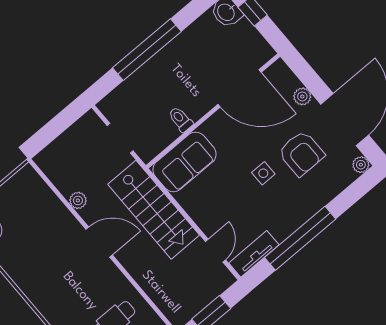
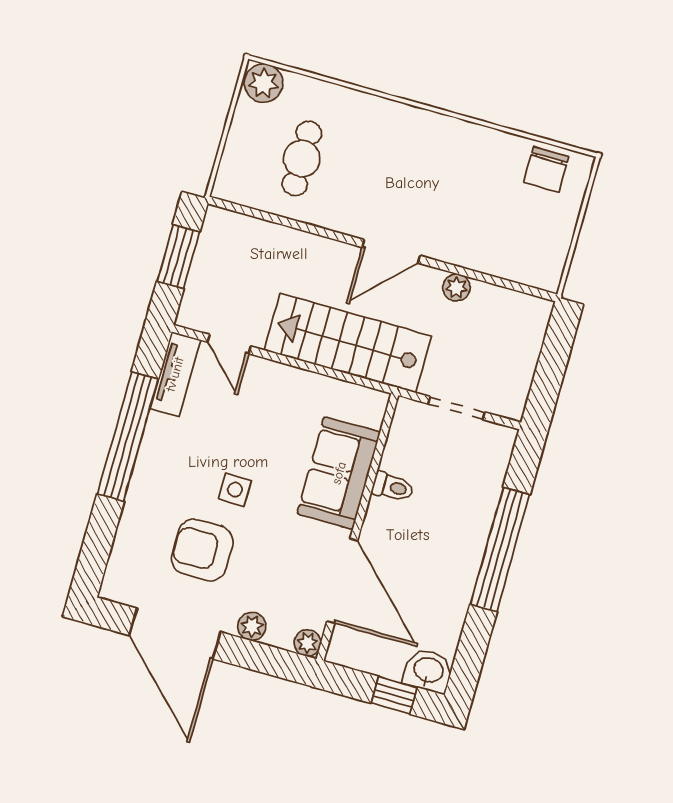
door: (240, 88) -> (342, 581), swing flipped
sofa: (184, 162) -> (339, 473), moved
plant: (361, 165) -> (308, 643), moved

